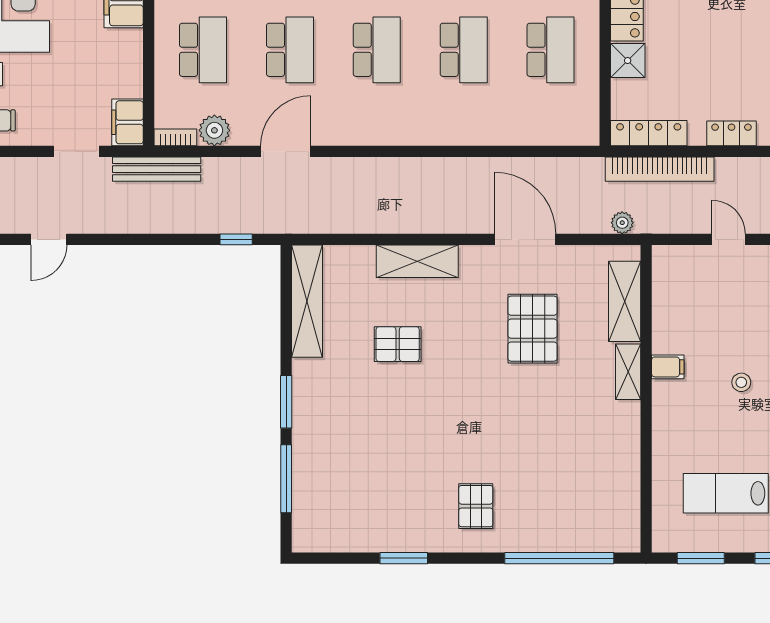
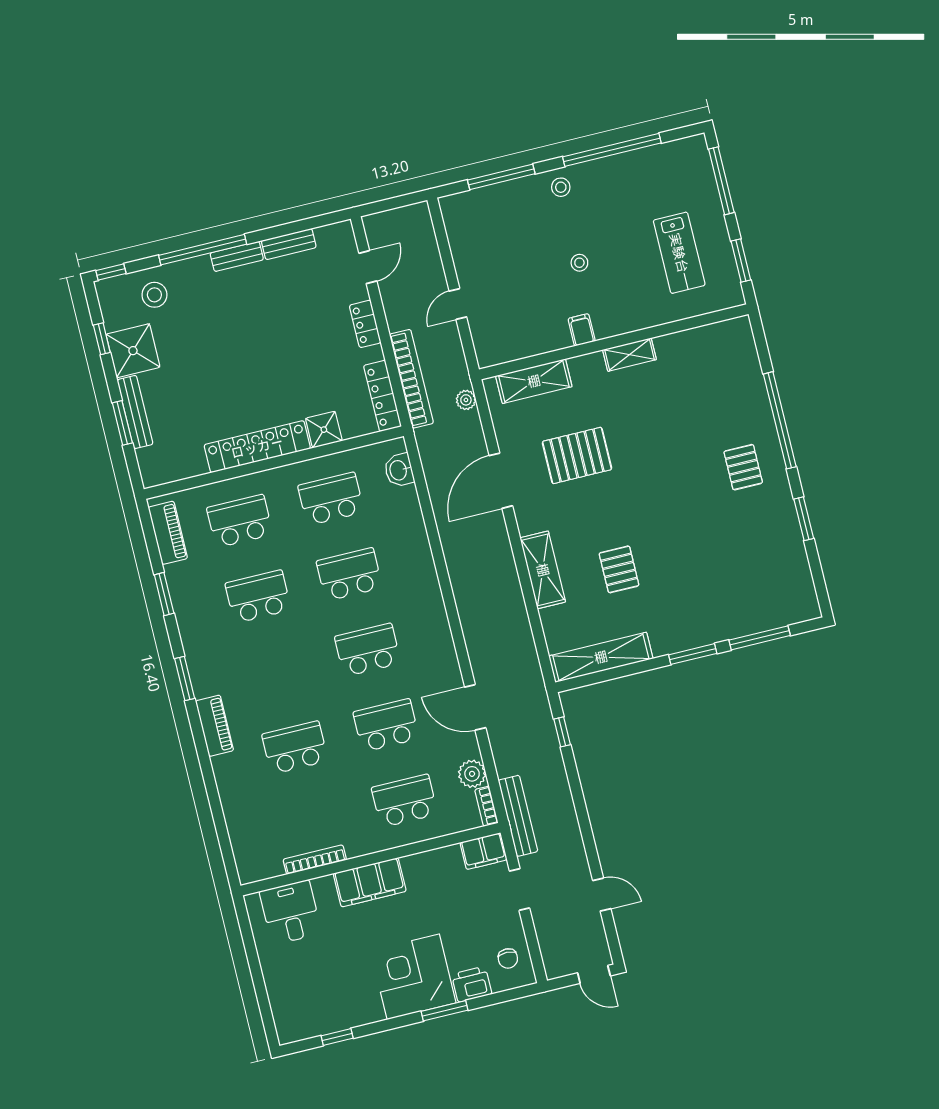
washbasin: (564, 131) -> (399, 470), added
shelving: (628, 372) -> (629, 355), moved
pallet: (476, 506) -> (743, 467), turned 90
window: (559, 558) -> (780, 420), moved

